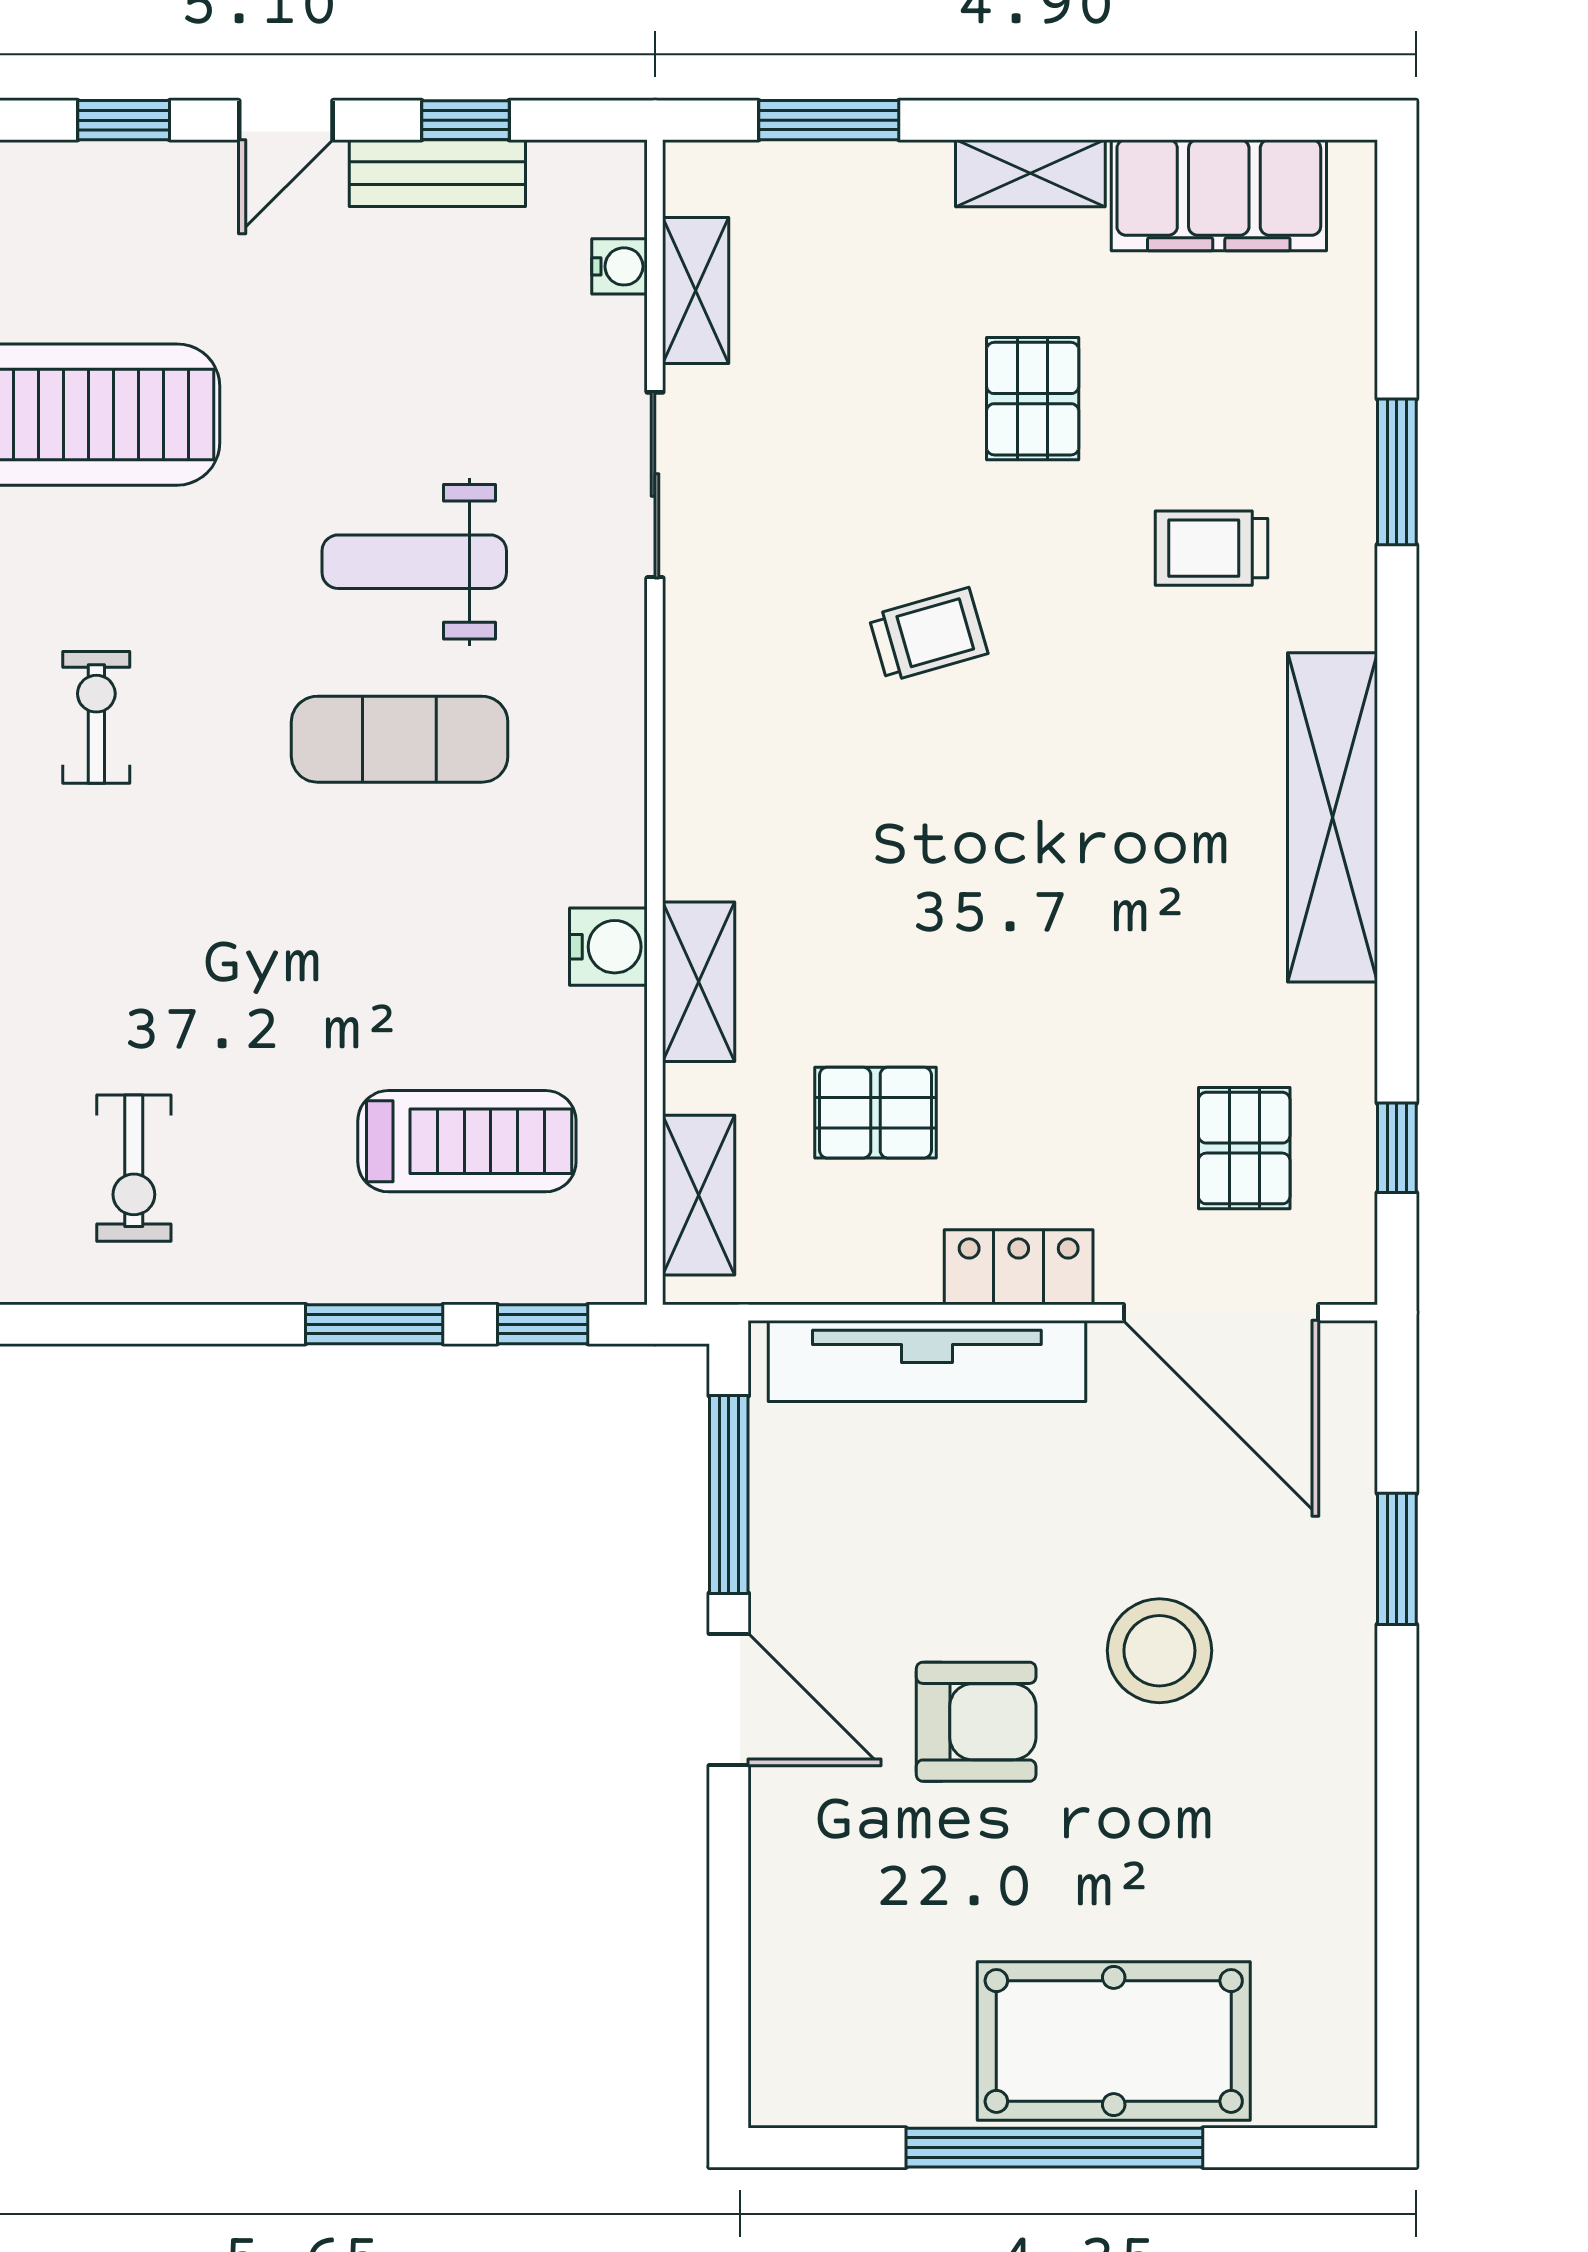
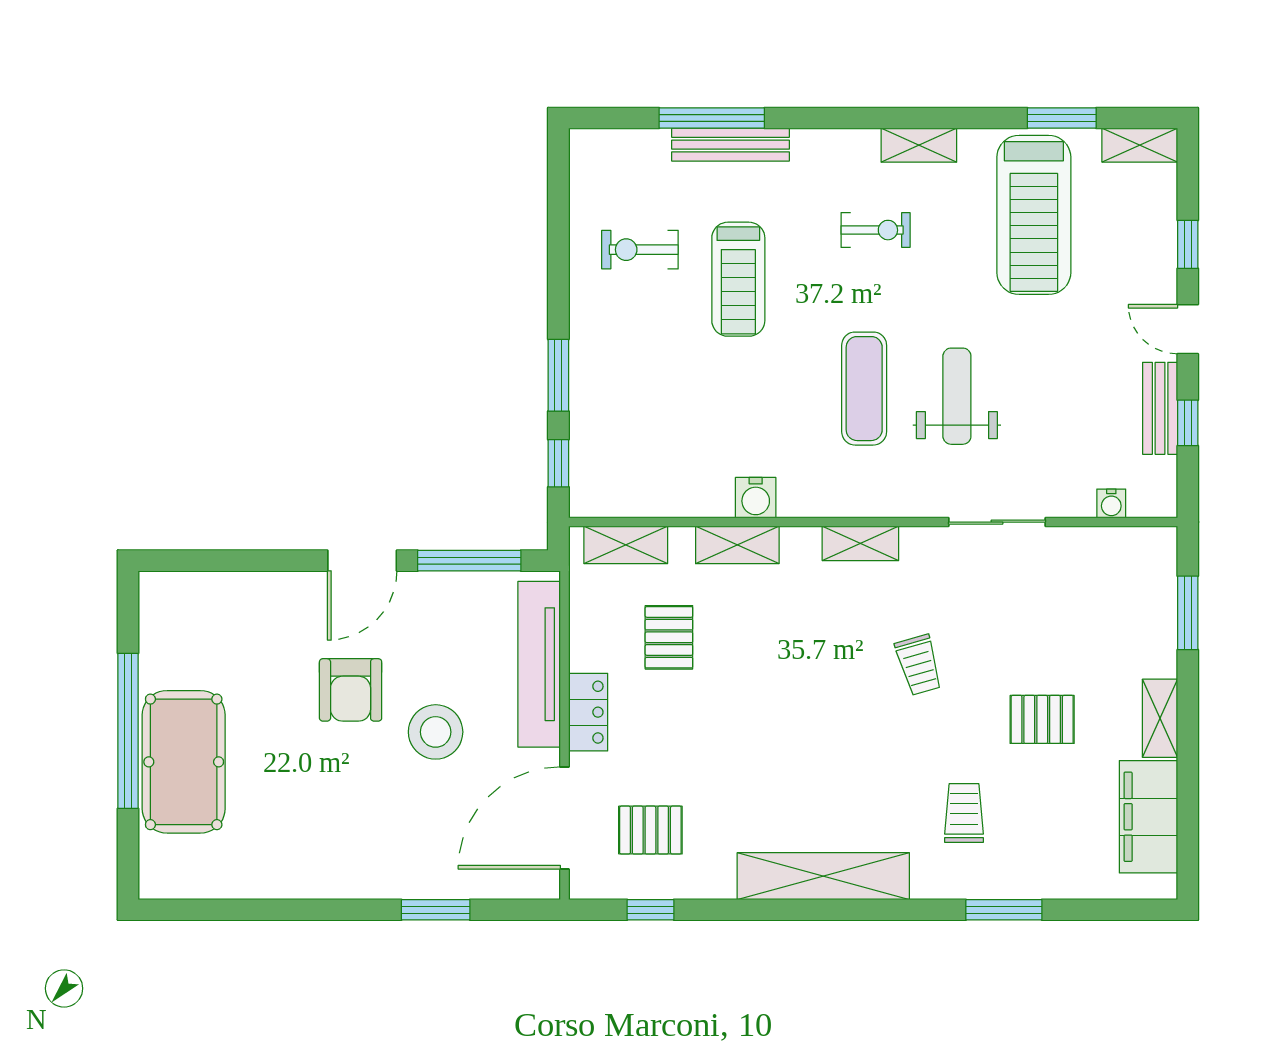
shelving: (696, 291) -> (860, 543), moved
treadmill: (467, 1141) -> (738, 279), moved
stool: (1159, 1651) -> (436, 732), moved

